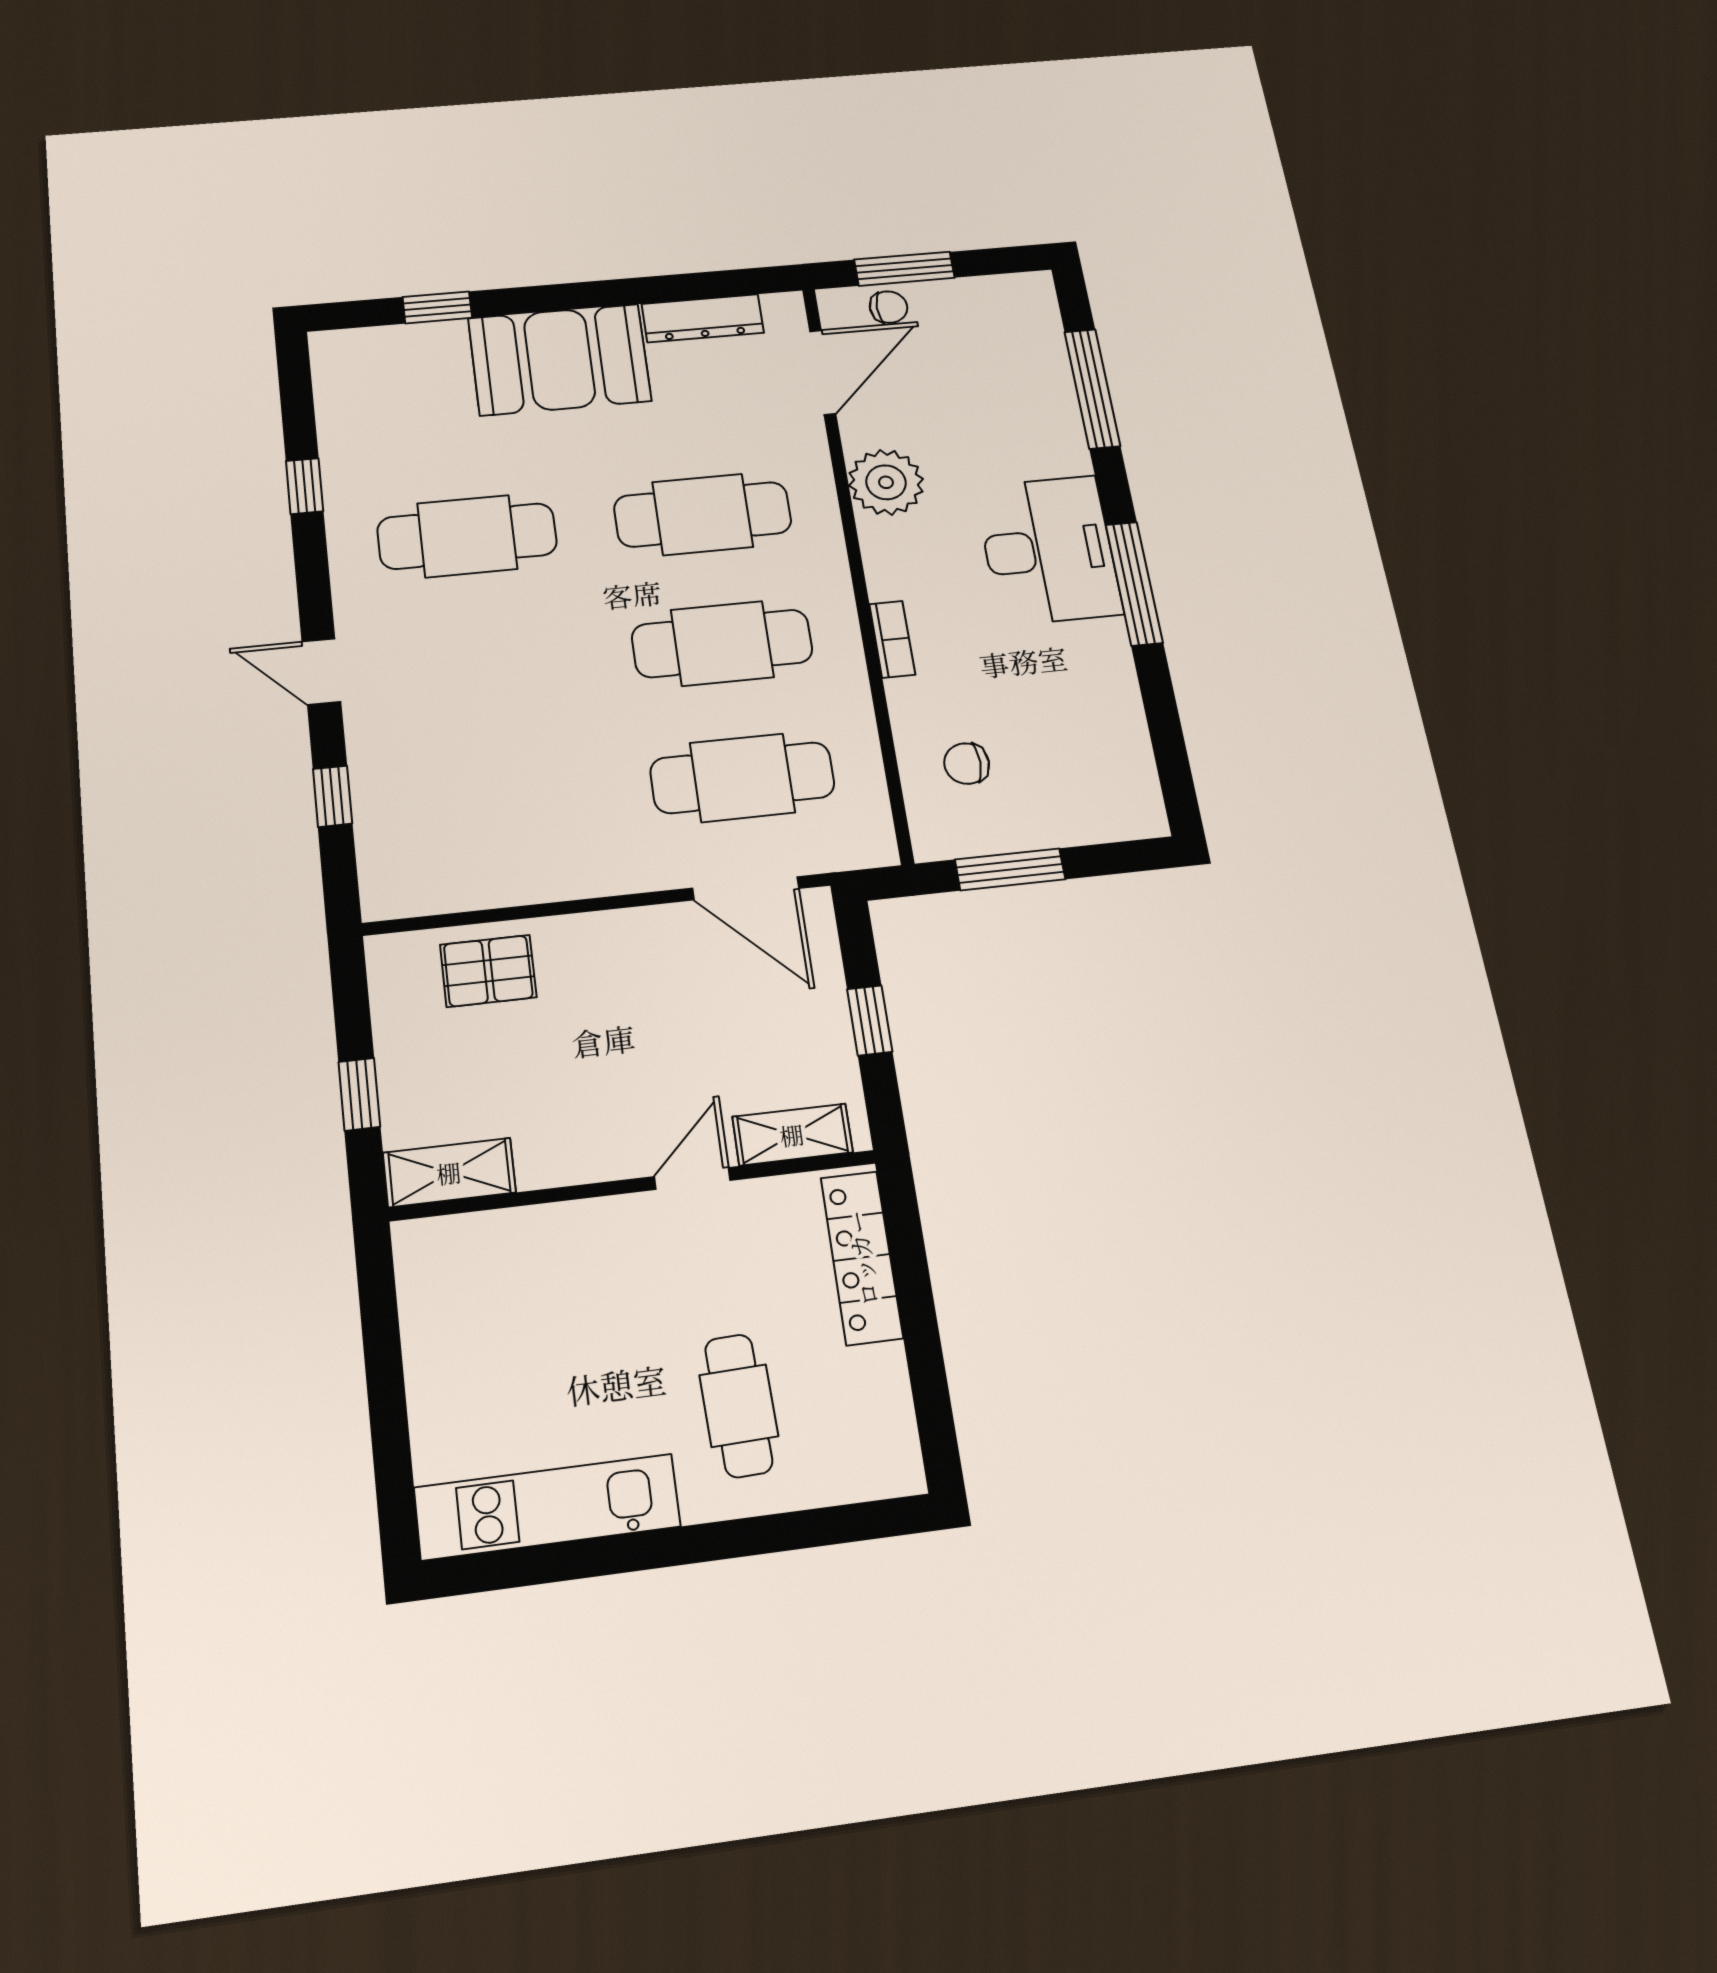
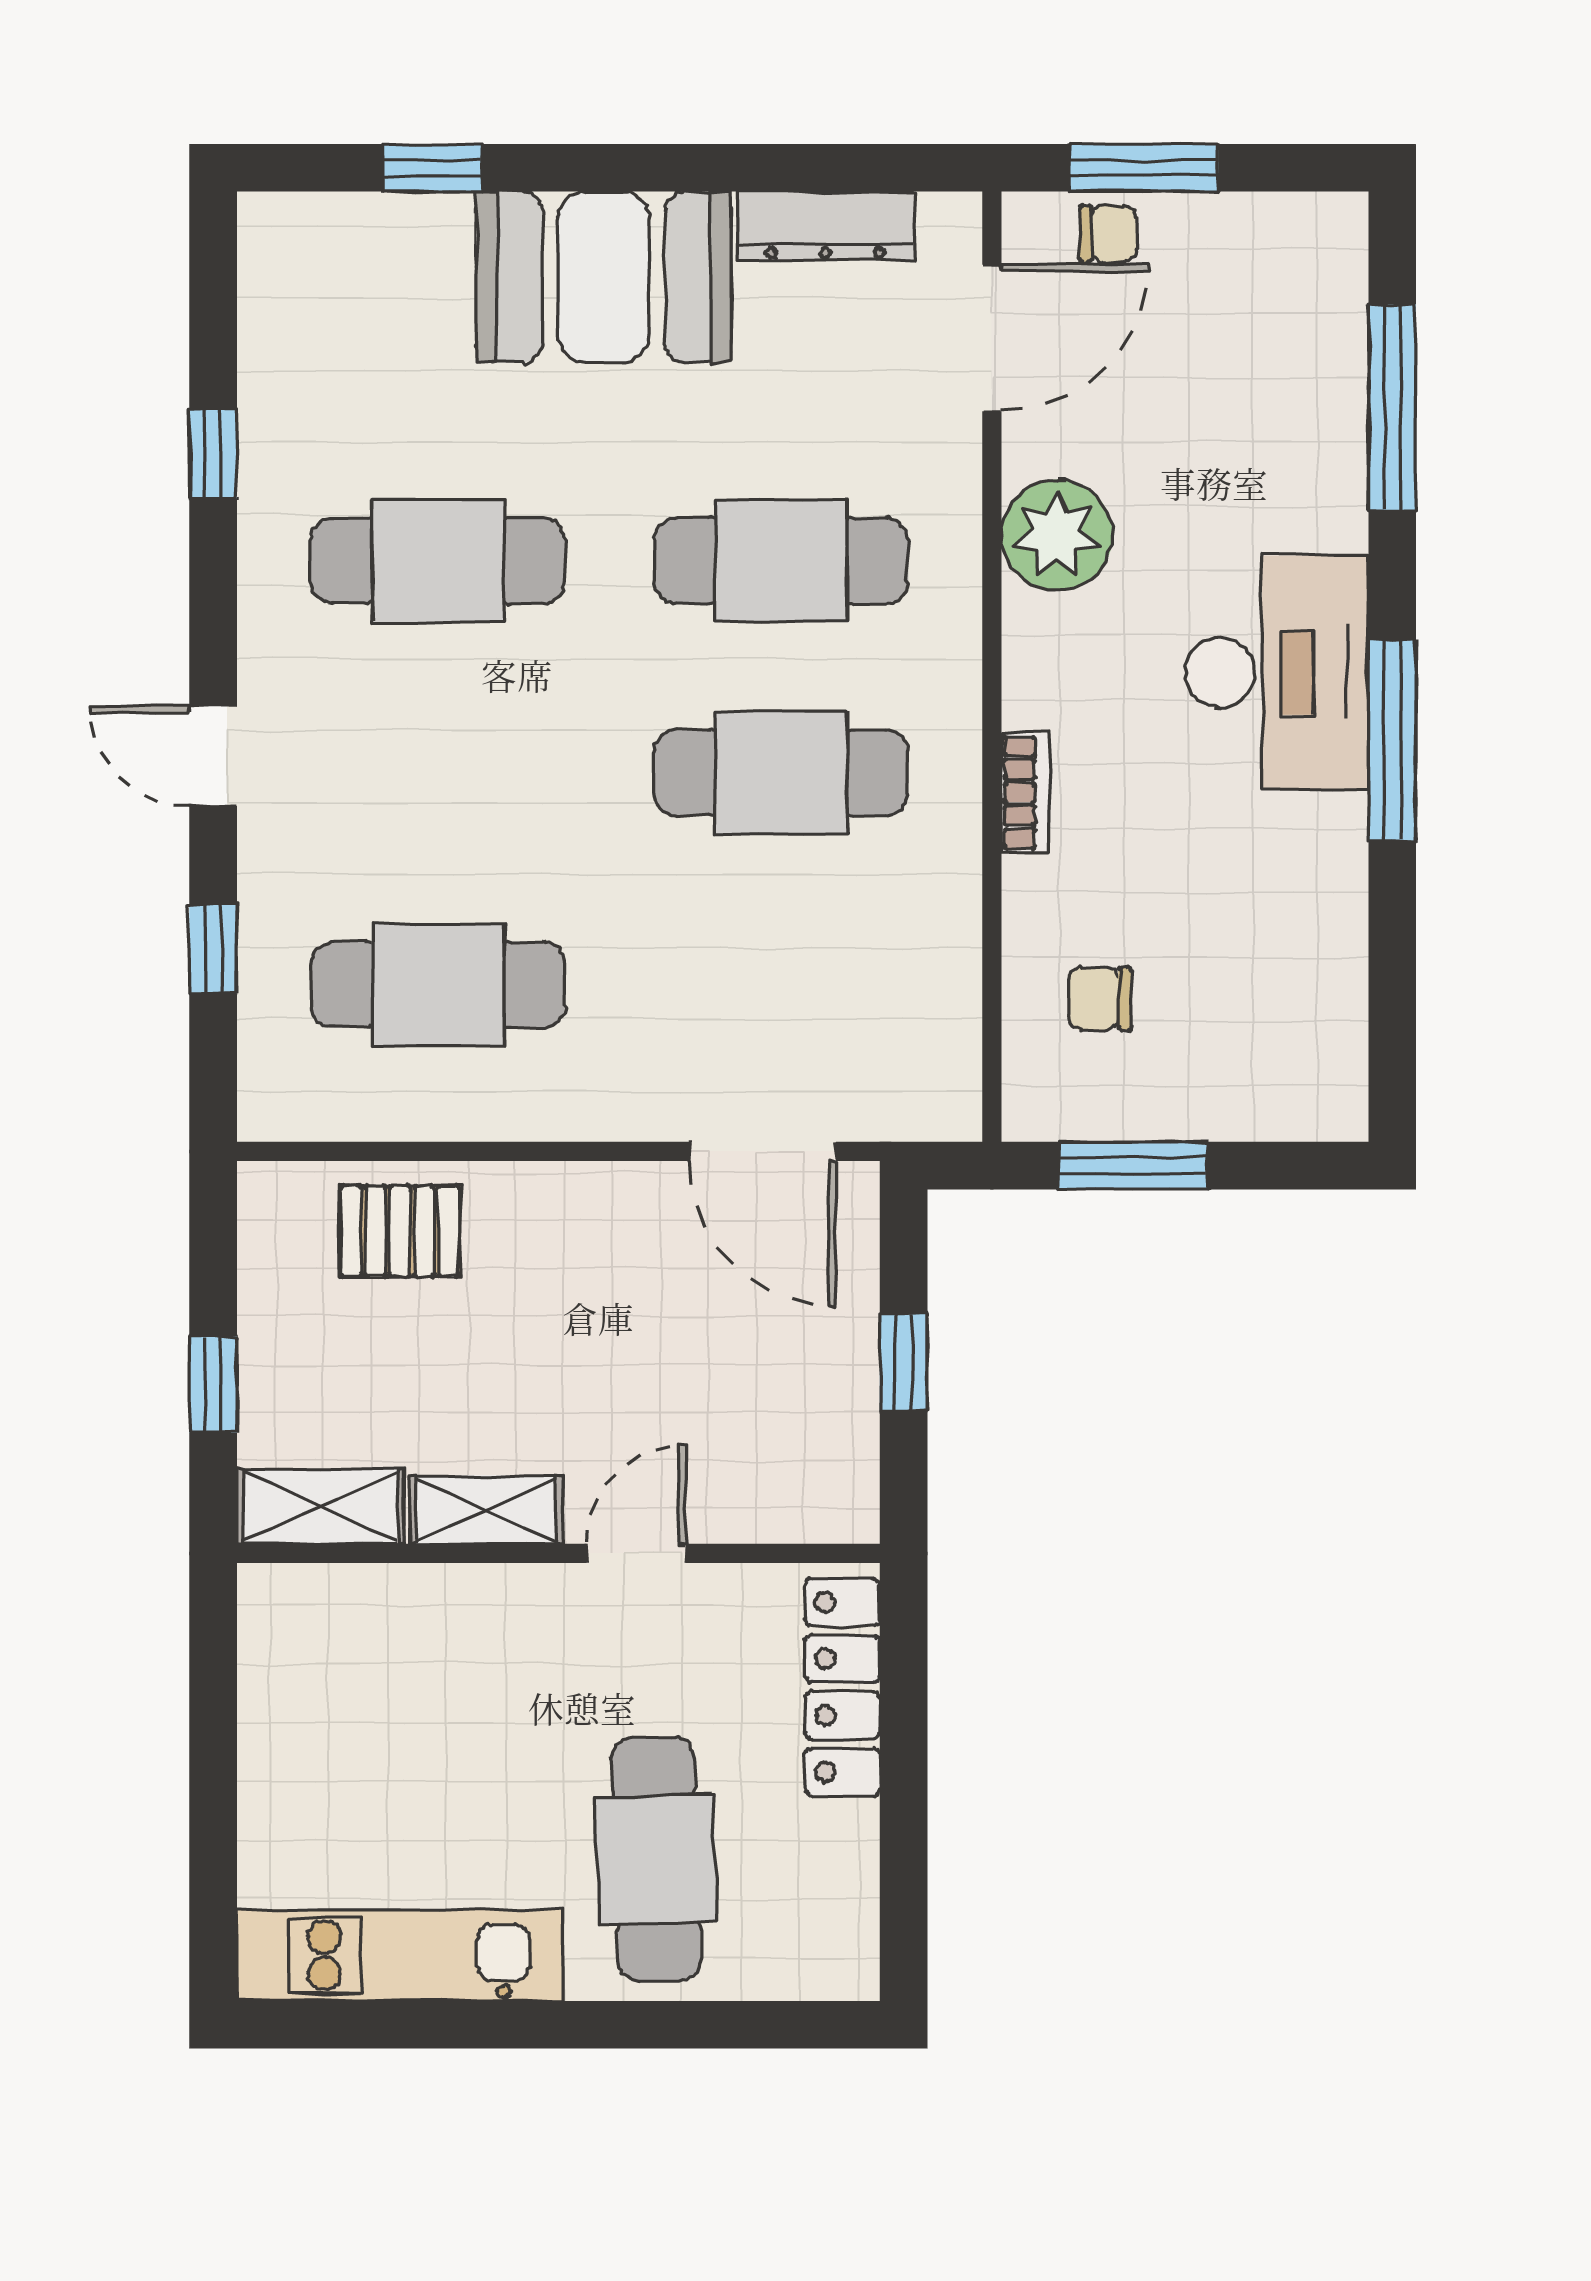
cafe table: (742, 778) -> (438, 985), moved
shelving: (792, 1135) -> (486, 1510), moved
cafe table: (739, 1406) -> (656, 1859), width x1.37, depth x1.35

